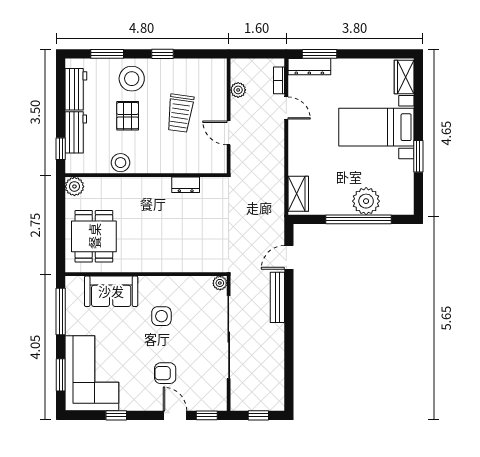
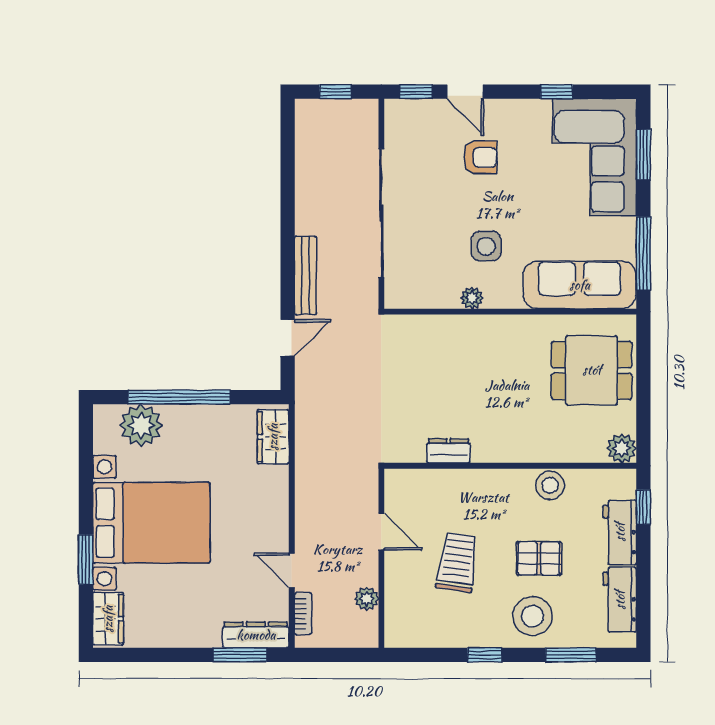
pallet: (128, 116) -> (539, 558), turned 90
bed with nightstands: (376, 127) -> (151, 523), width x1.36
window: (418, 156) -> (86, 559), moved
plant: (366, 201) -> (141, 425), moved
dining table: (94, 236) -> (592, 370), turned 90
plant: (220, 283) -> (472, 298), moved
sofa: (111, 291) -> (580, 285), width x1.36

